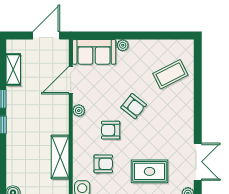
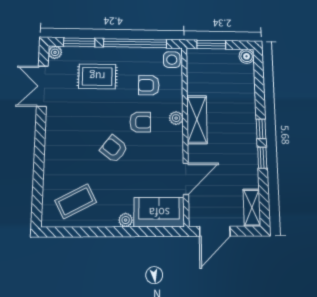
shelving: (13, 70) -> (252, 208), moved
coffee table: (170, 74) -> (76, 201), moved
plant: (79, 111) -> (176, 118), moved
shelving: (60, 157) -> (197, 120), moved

